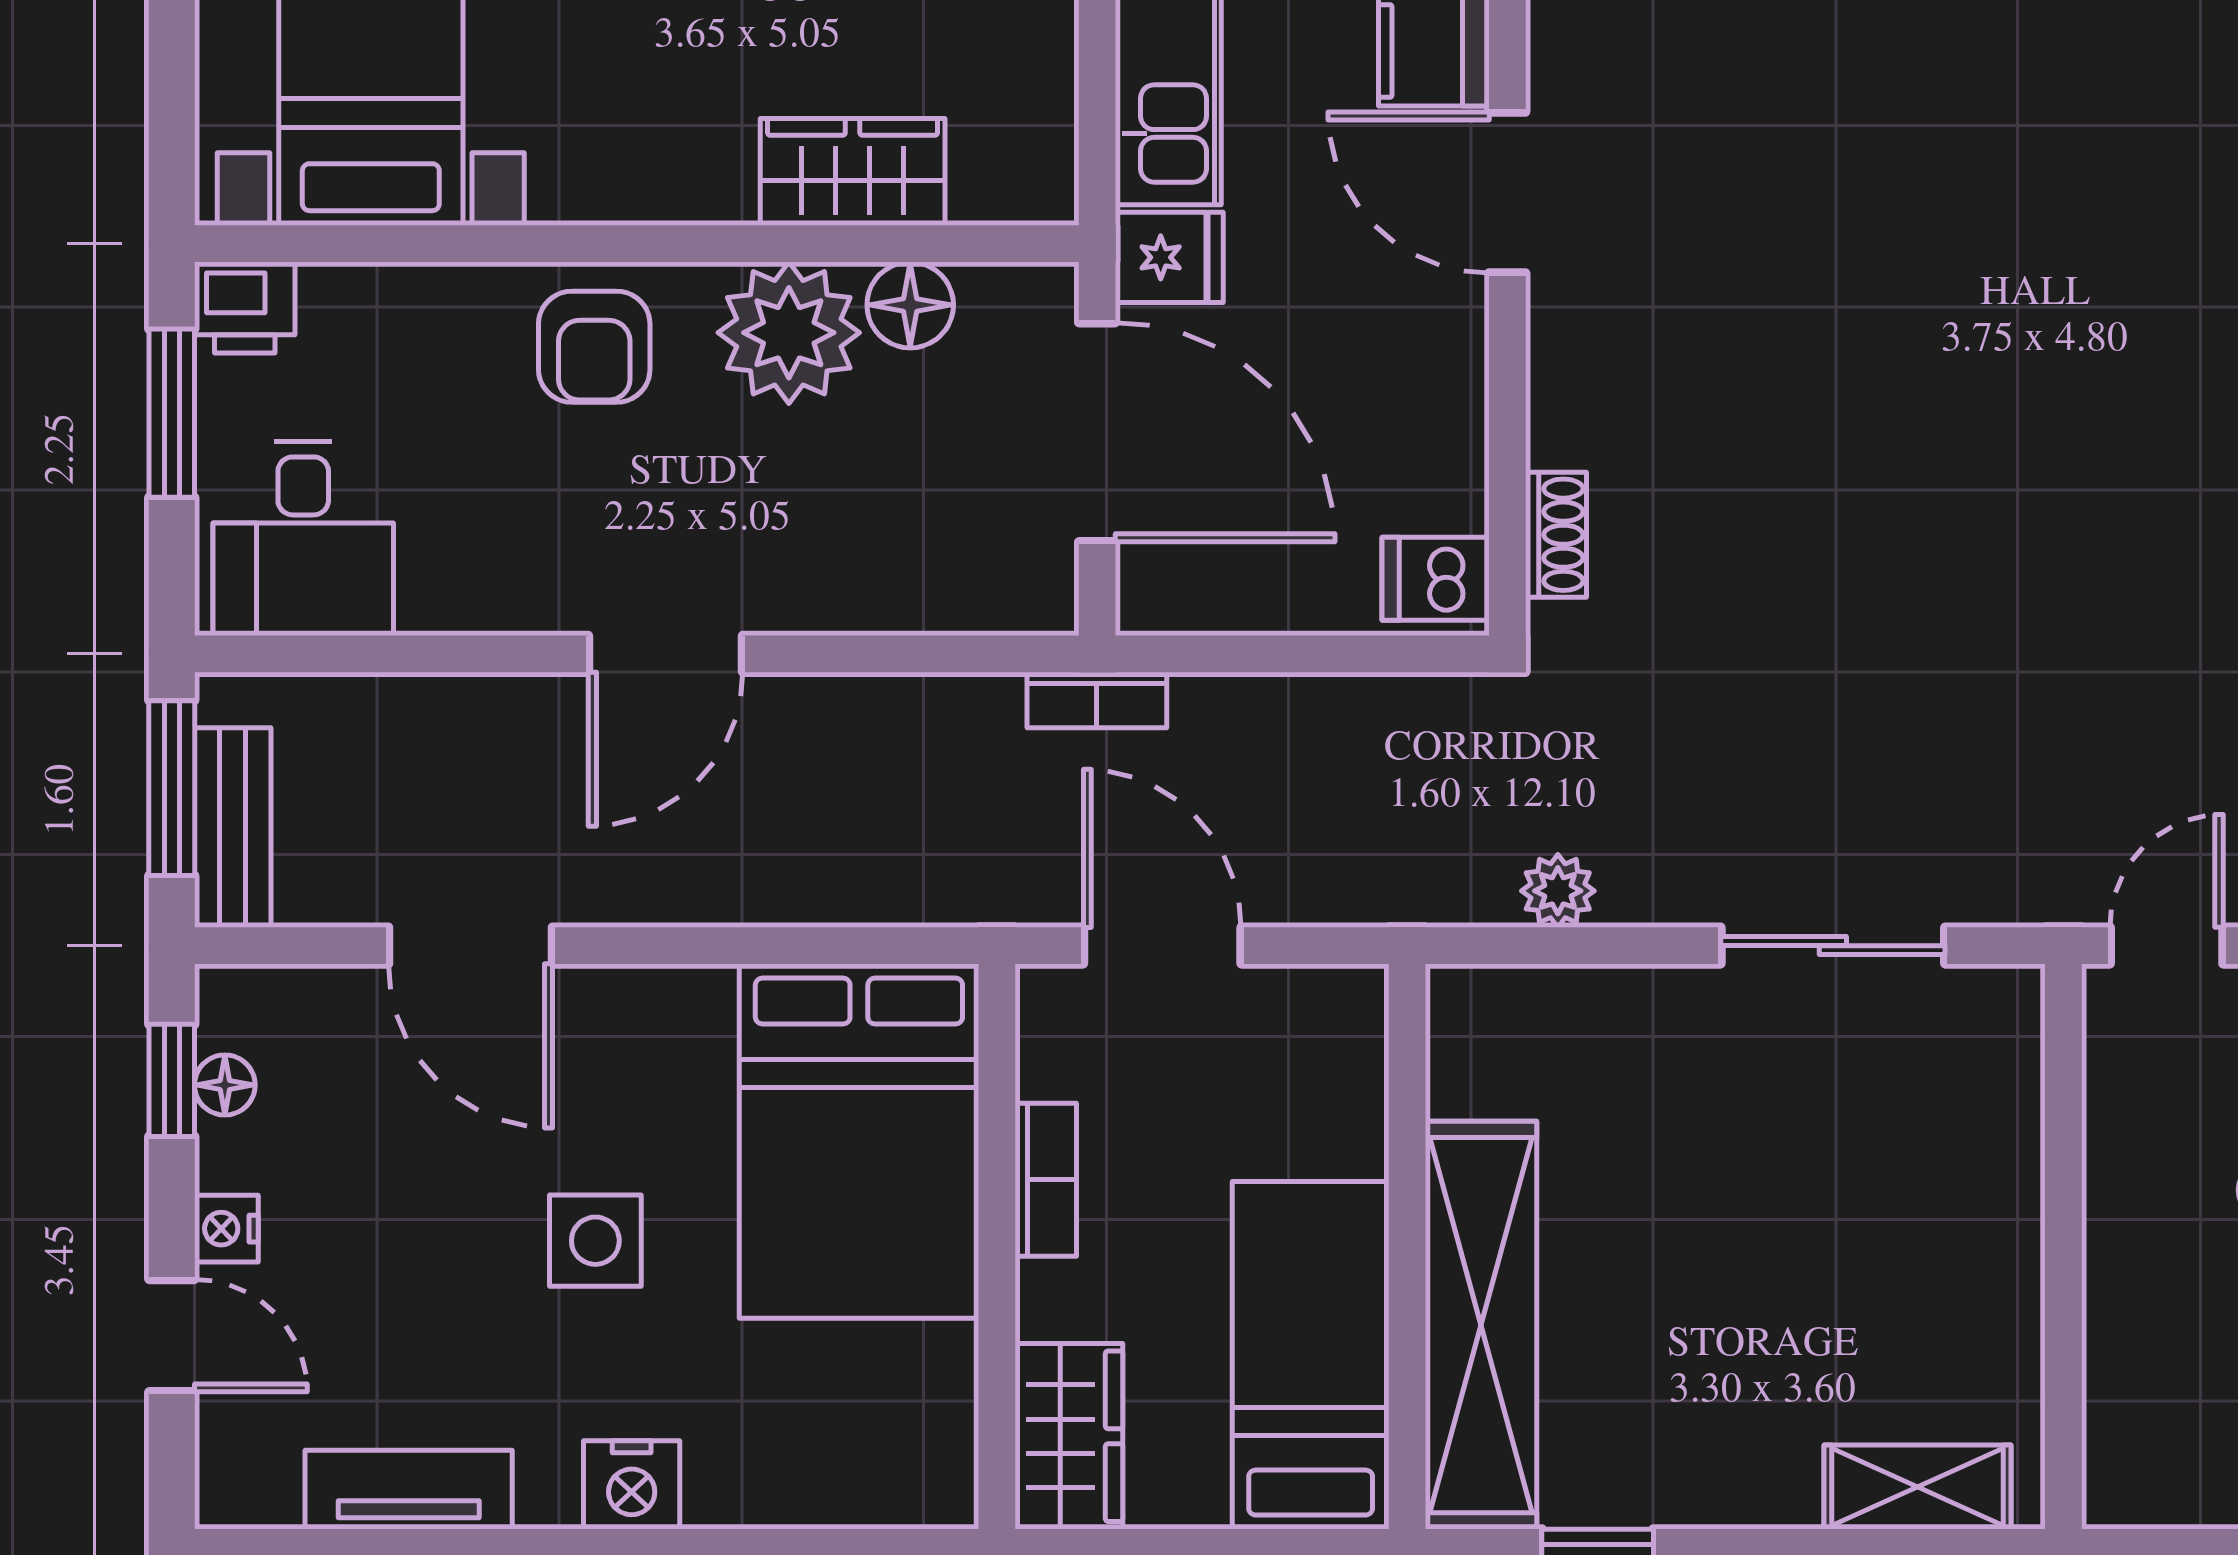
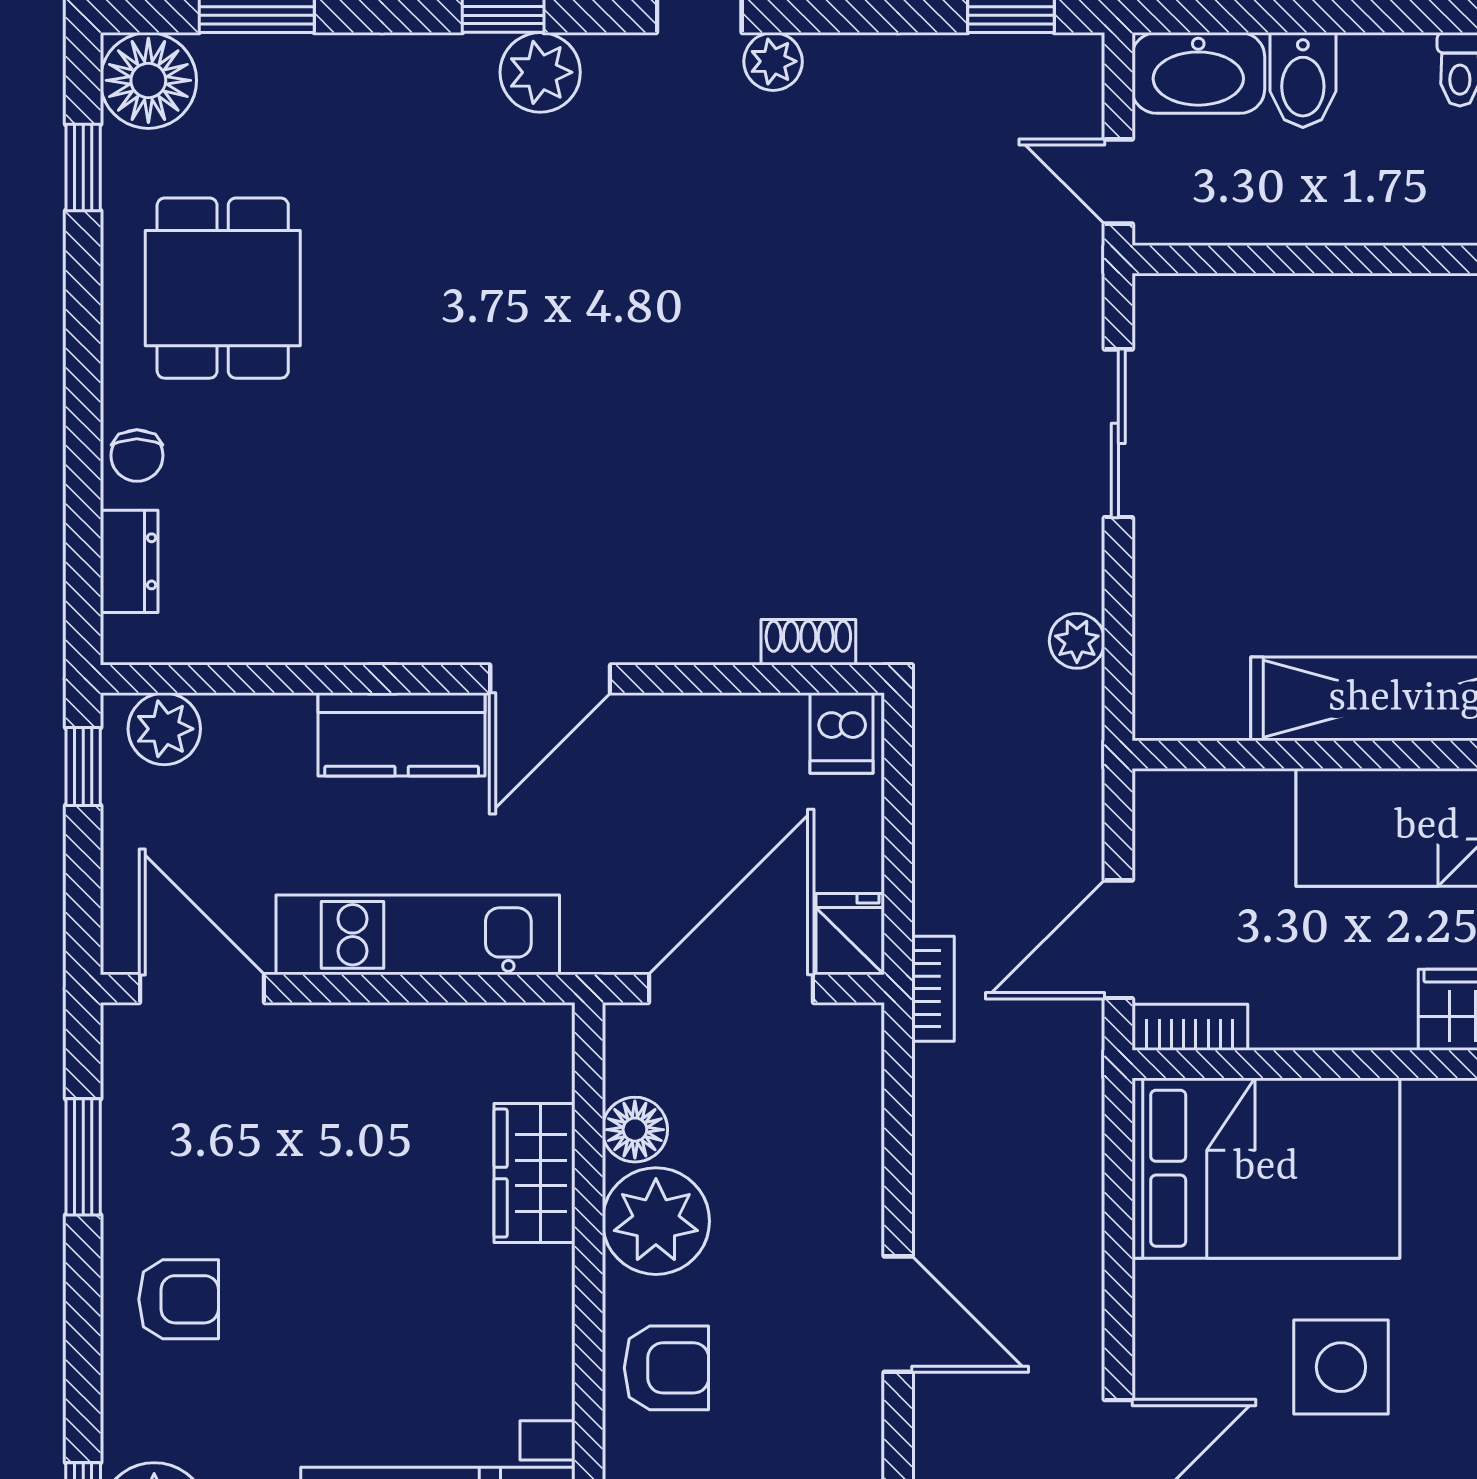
fridge: (1169, 257) -> (850, 934), moved
bookcase: (1046, 1180) -> (1190, 1027), moved
side table: (595, 1241) -> (1341, 1367), width x1.37, depth x1.37

